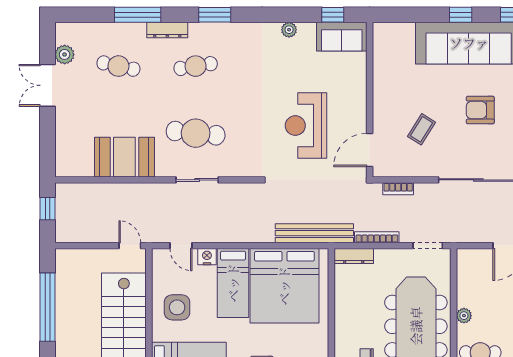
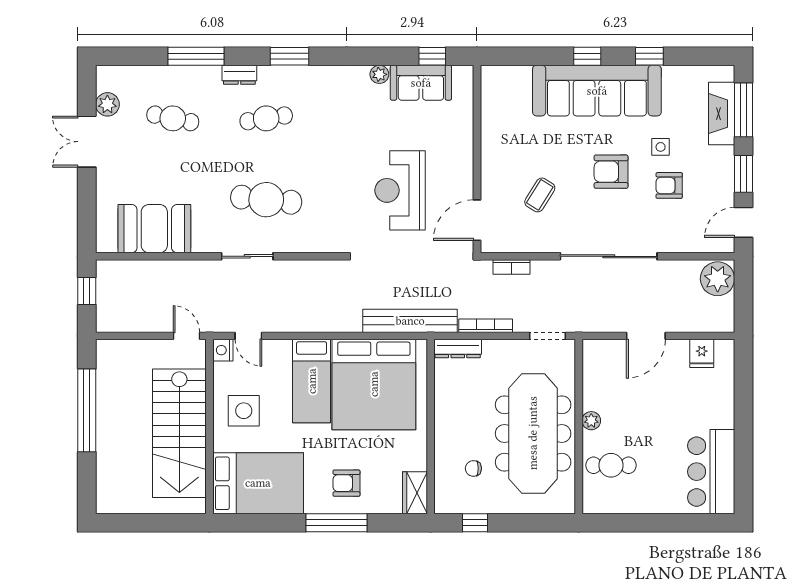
dresser: (167, 30) -> (239, 75), width x0.70
sofa: (342, 37) -> (421, 83), moved
booth: (124, 157) -> (154, 229), moved
sliding door: (197, 180) -> (247, 256), moved
nightstand: (207, 257) -> (223, 350), moved, turned -90

